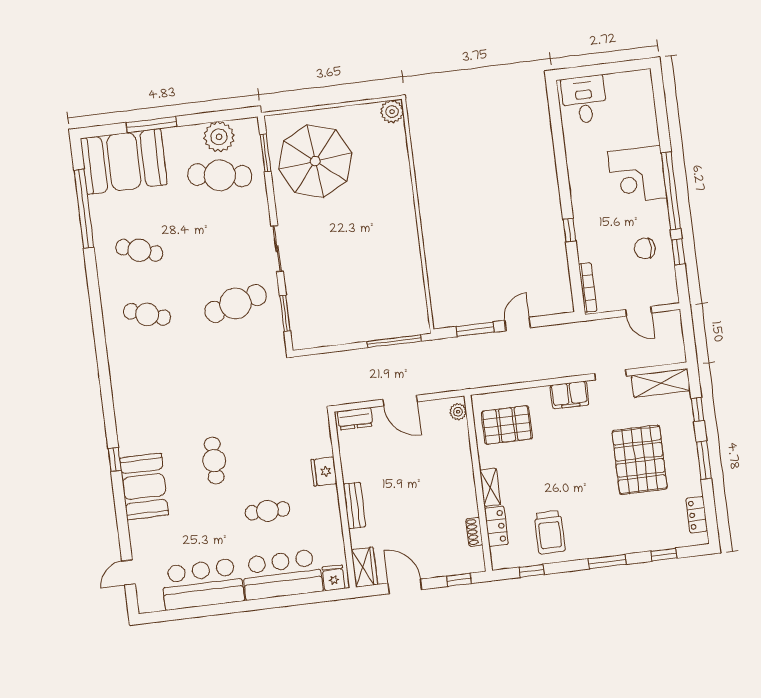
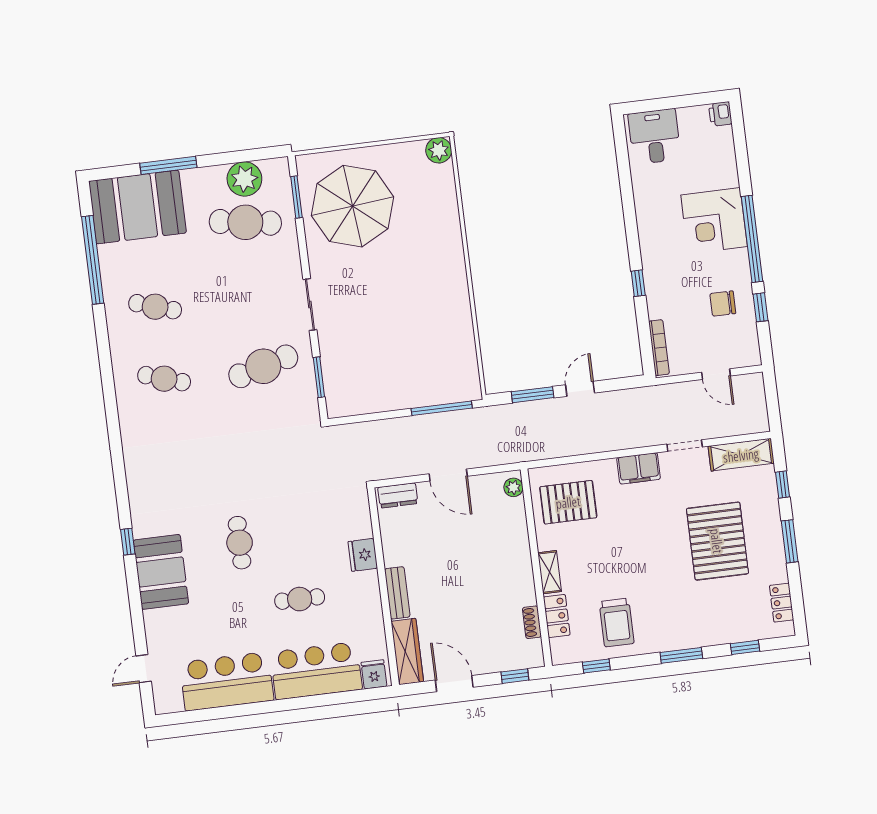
printer: (643, 80) -> (720, 114), added
wardrobe: (364, 567) -> (407, 651), width x1.50

